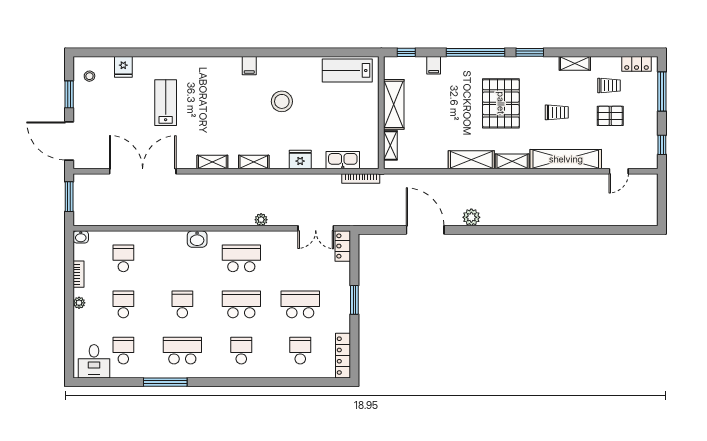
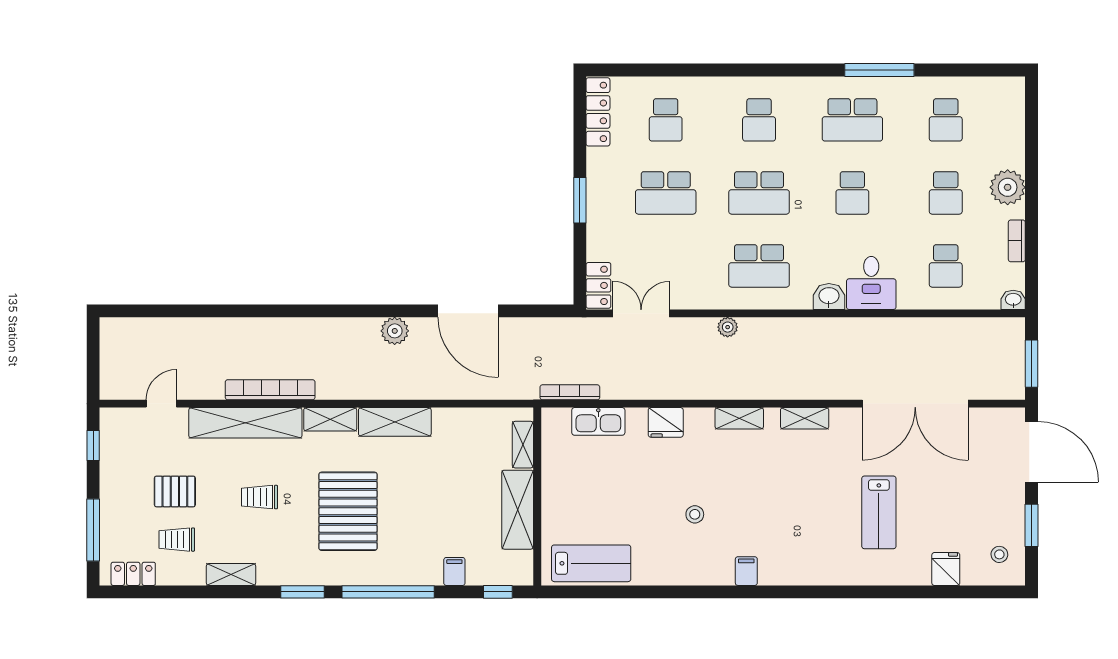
stool: (282, 101) -> (695, 514), width x0.53, depth x0.53
bookcase: (550, 180) -> (270, 390), added
plant: (79, 303) -> (1008, 187), width x1.87, depth x1.87
desk: (94, 361) -> (871, 283), moved, turned 180

